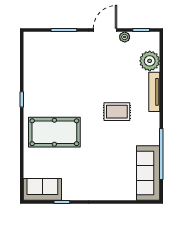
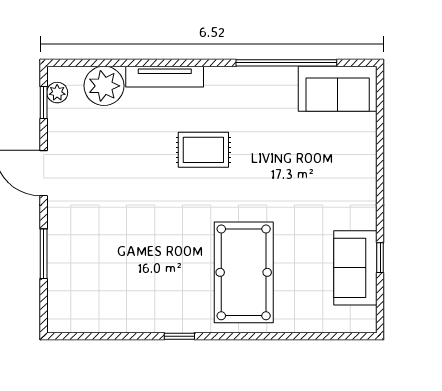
plant: (125, 37) -> (57, 93), moved
rug: (117, 112) -> (203, 150), turned 90
sofa: (148, 173) -> (338, 89), width x0.73
sofa: (42, 189) -> (355, 268), moved

